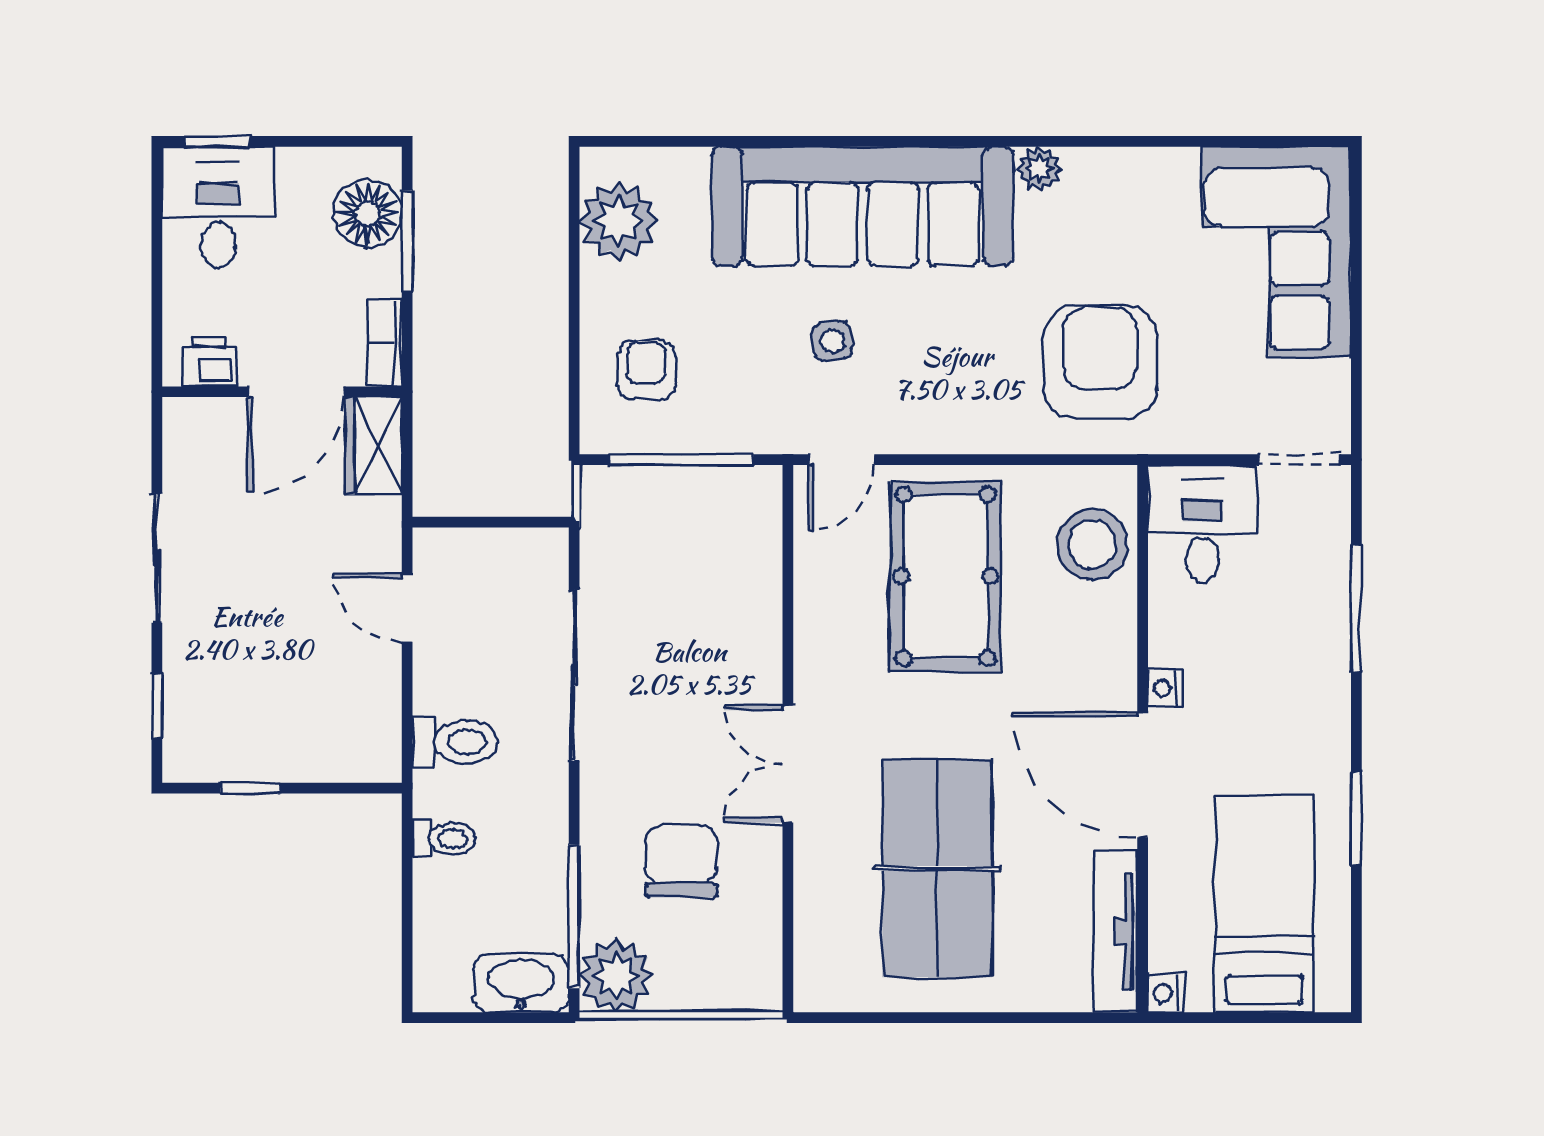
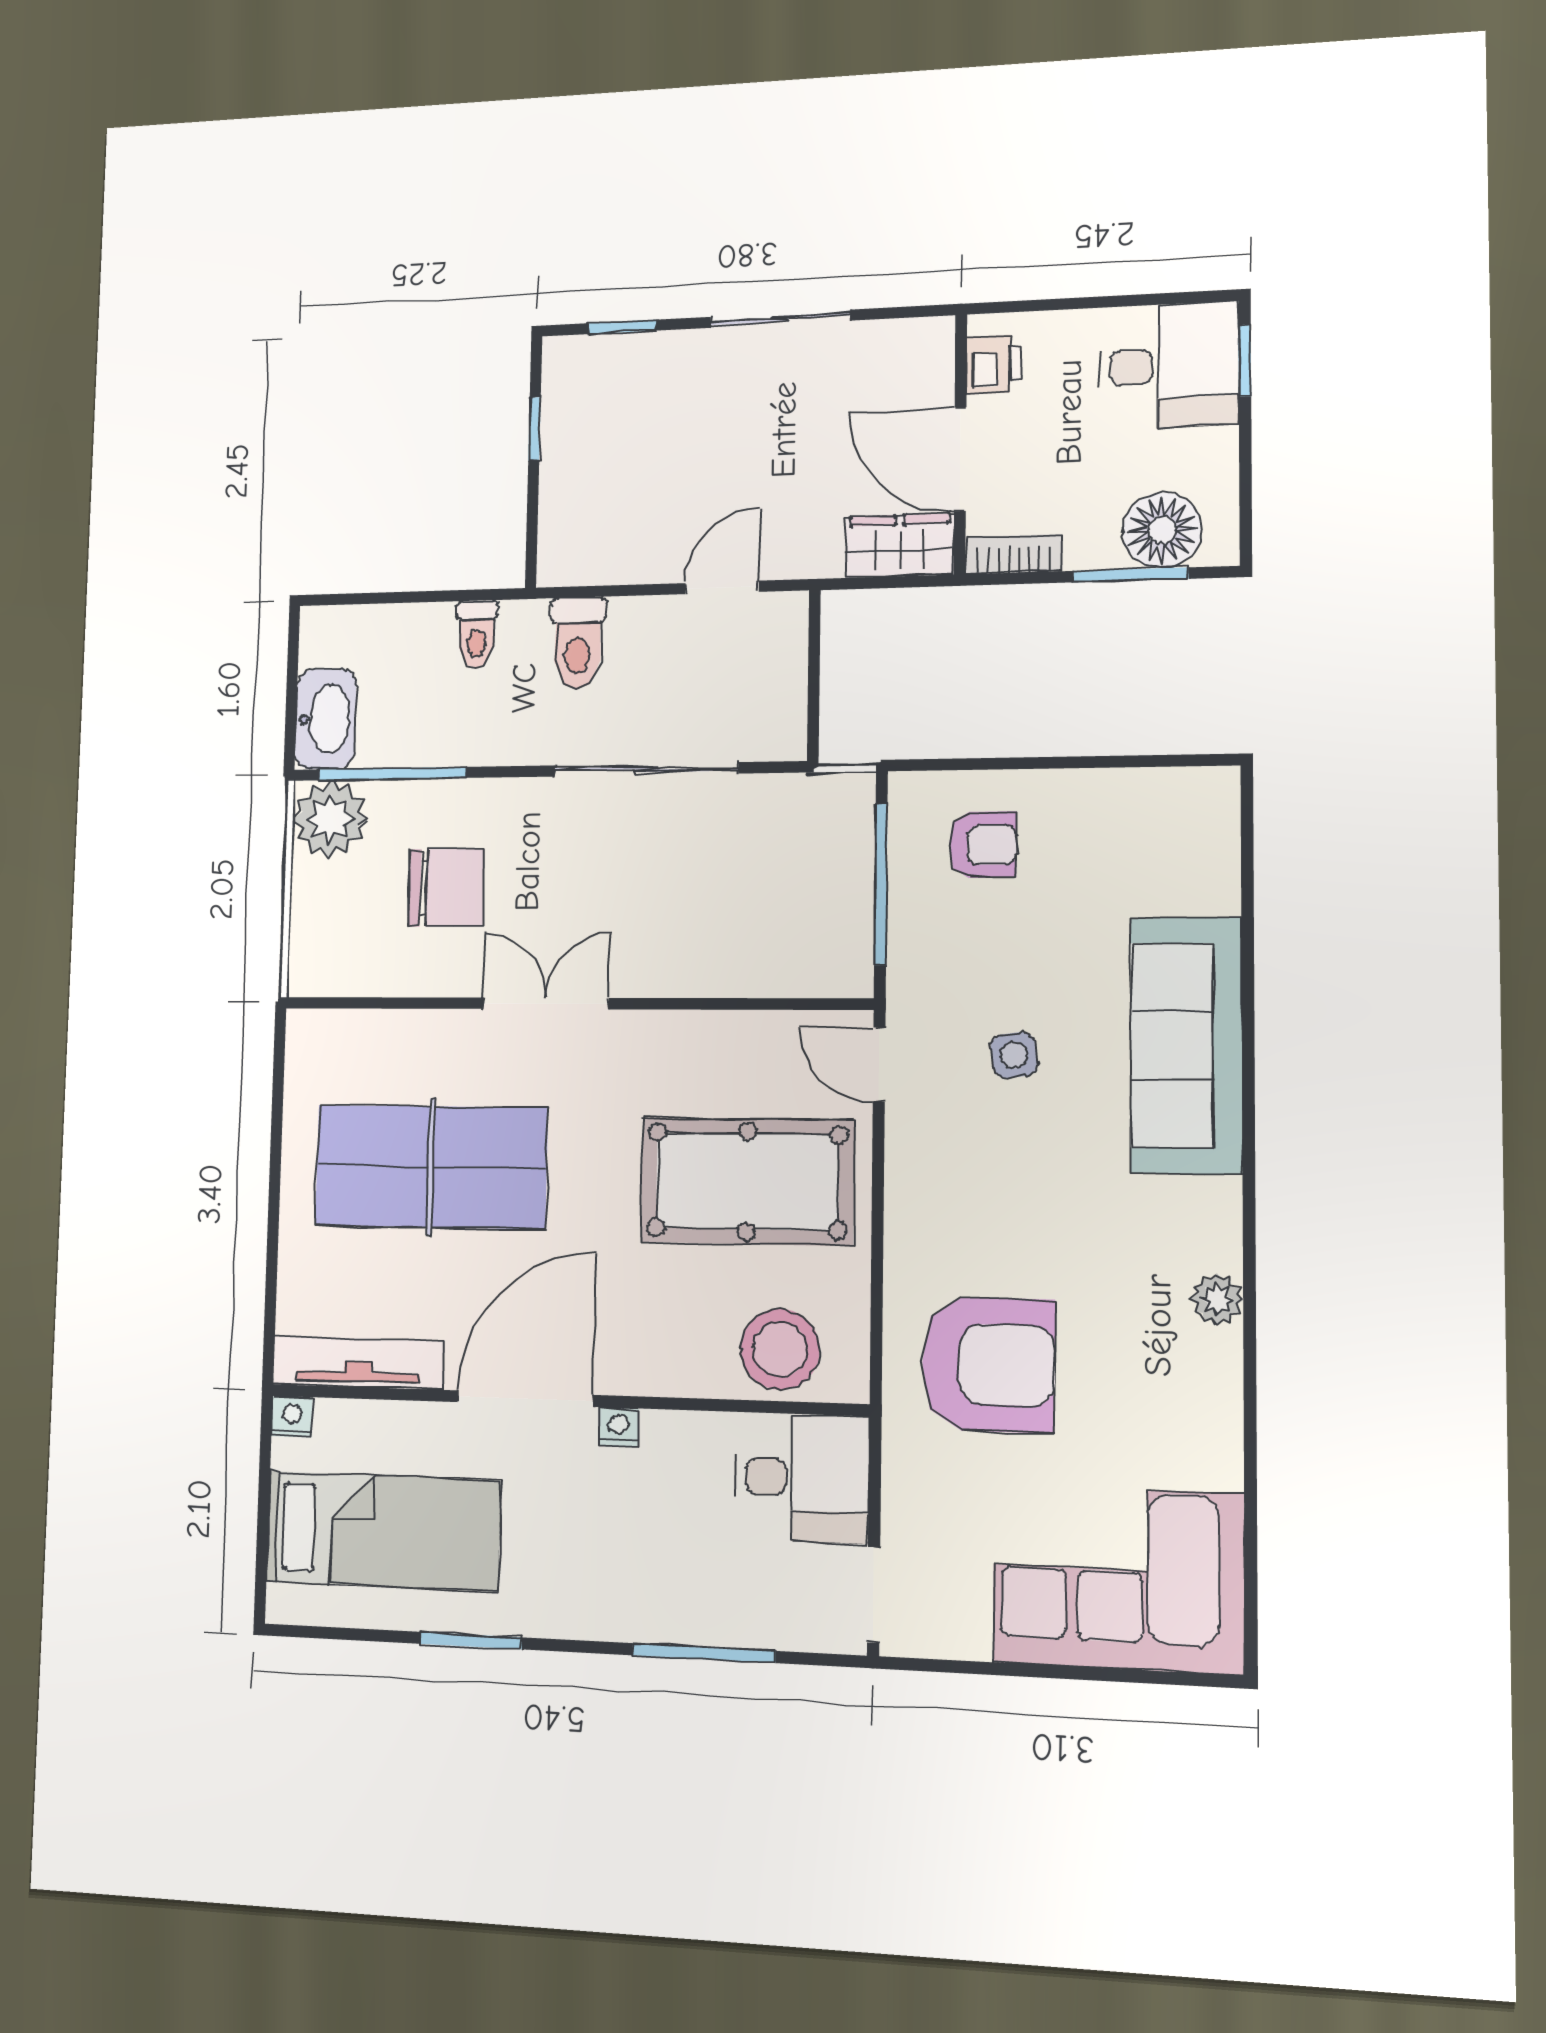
sofa: (863, 206) -> (1186, 1045), width x0.74, depth x0.79
plant: (618, 221) -> (1154, 811), removed

